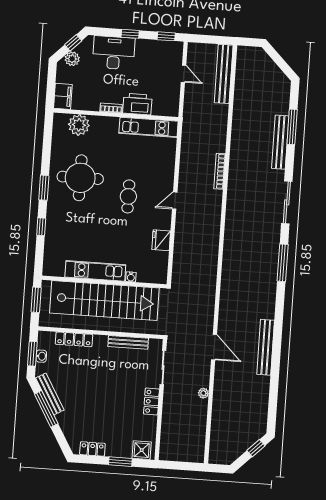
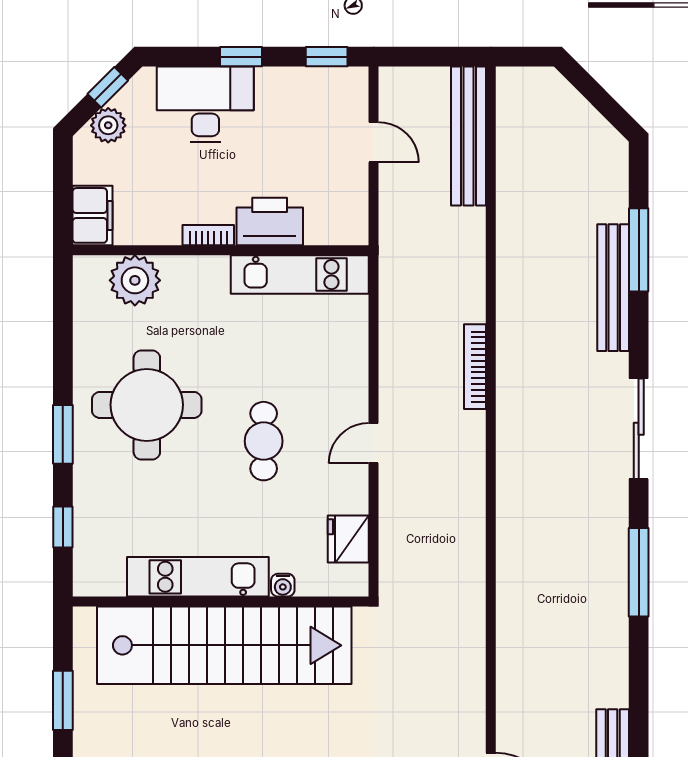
kitchen unit: (95, 271) -> (198, 577), moved
water cooler: (131, 277) -> (283, 585), moved
wall: (104, 282) -> (221, 602), moved
stairs: (104, 301) -> (224, 645), moved

